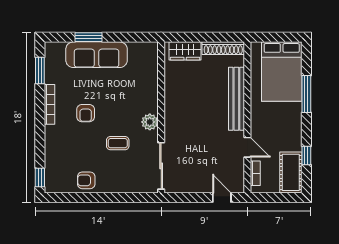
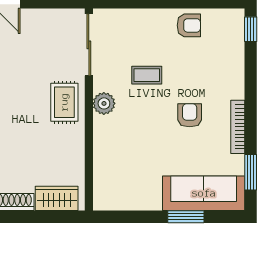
sofa: (97, 55) -> (204, 193), moved
rug: (179, 123) -> (64, 102), added

